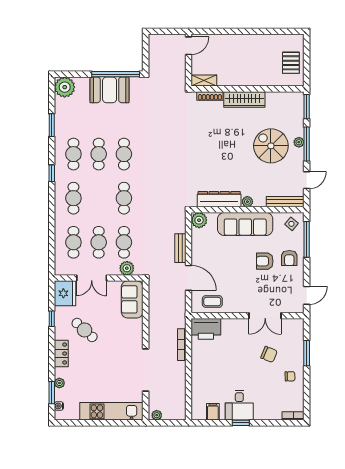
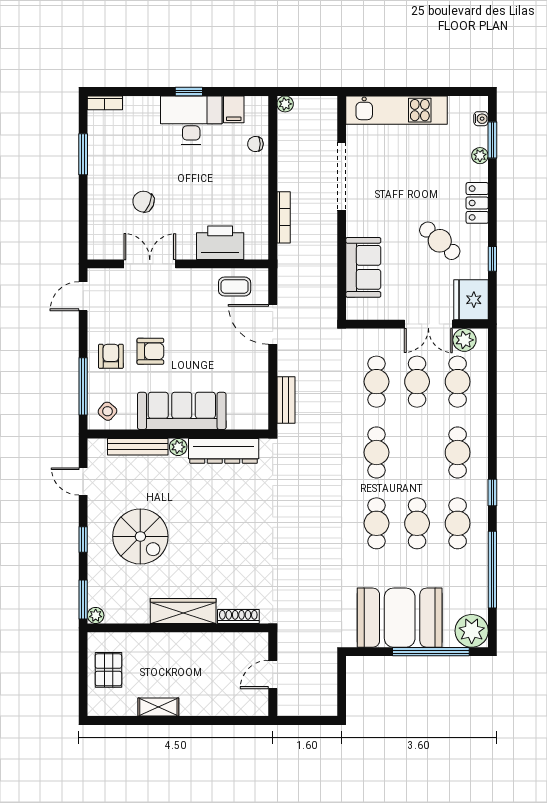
door: (189, 46) -> (273, 675), moved
window: (116, 74) -> (431, 652), moved
shelving: (204, 81) -> (158, 707), moved
booth: (110, 90) -> (400, 618), width x1.36, depth x1.42
window: (52, 125) -> (492, 570), width x2.11
plant: (299, 142) -> (96, 615), moved
window: (307, 144) -> (83, 539), width x0.46
door: (307, 180) -> (83, 481), hinge flipped
bench: (285, 202) -> (138, 447), moved
plant: (199, 220) -> (256, 417), removed
bench: (180, 248) -> (286, 400), moved
plant: (127, 268) -> (464, 340), moved
double door: (92, 278) -> (428, 324), swing flipped
sofa: (132, 299) -> (363, 267), moved
printer: (206, 329) -> (220, 243), moved
window: (307, 353) -> (83, 154), moved
chair: (290, 376) -> (255, 144), moved
desk: (239, 405) -> (191, 120), width x1.37
plant: (157, 415) -> (285, 104), moved

